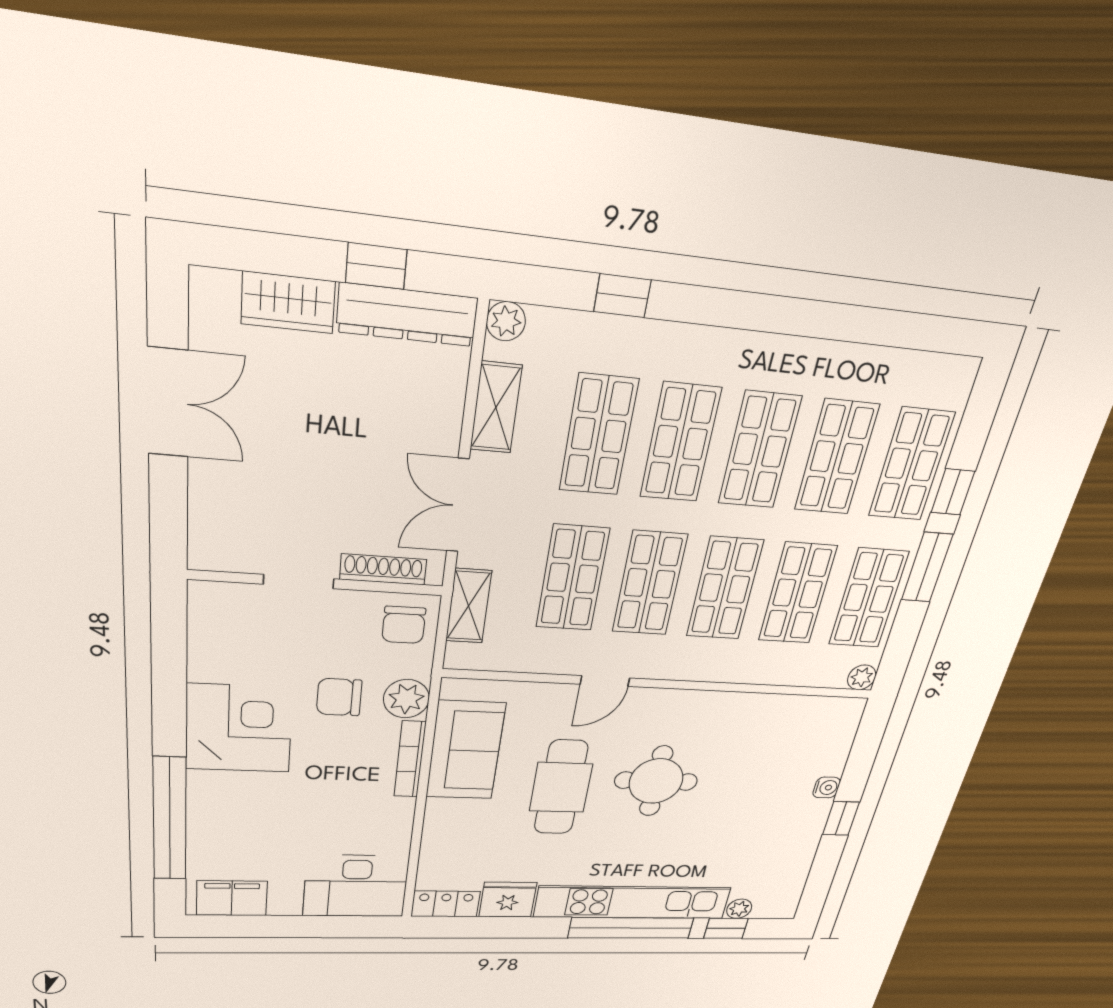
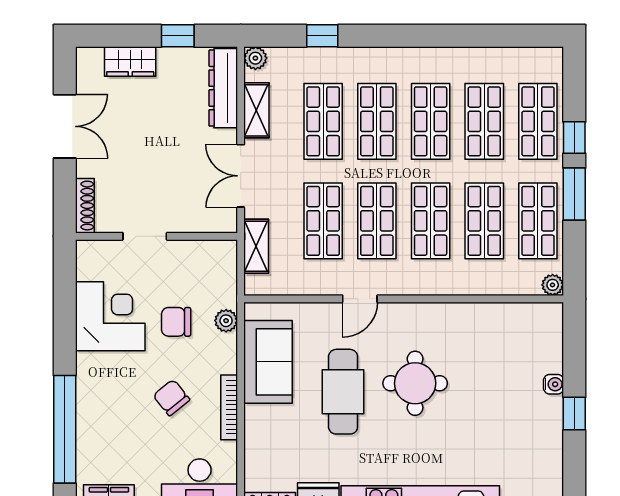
dresser: (407, 315) -> (223, 88), moved, turned 90
shoe rack: (383, 569) -> (85, 206), moved, turned 90
chair: (404, 625) -> (171, 398), moved, turned 141
plant: (406, 699) -> (226, 321), width x0.73, depth x0.73
corner desk: (239, 728) -> (110, 316), moved
bookcase: (410, 759) -> (229, 407), moved

